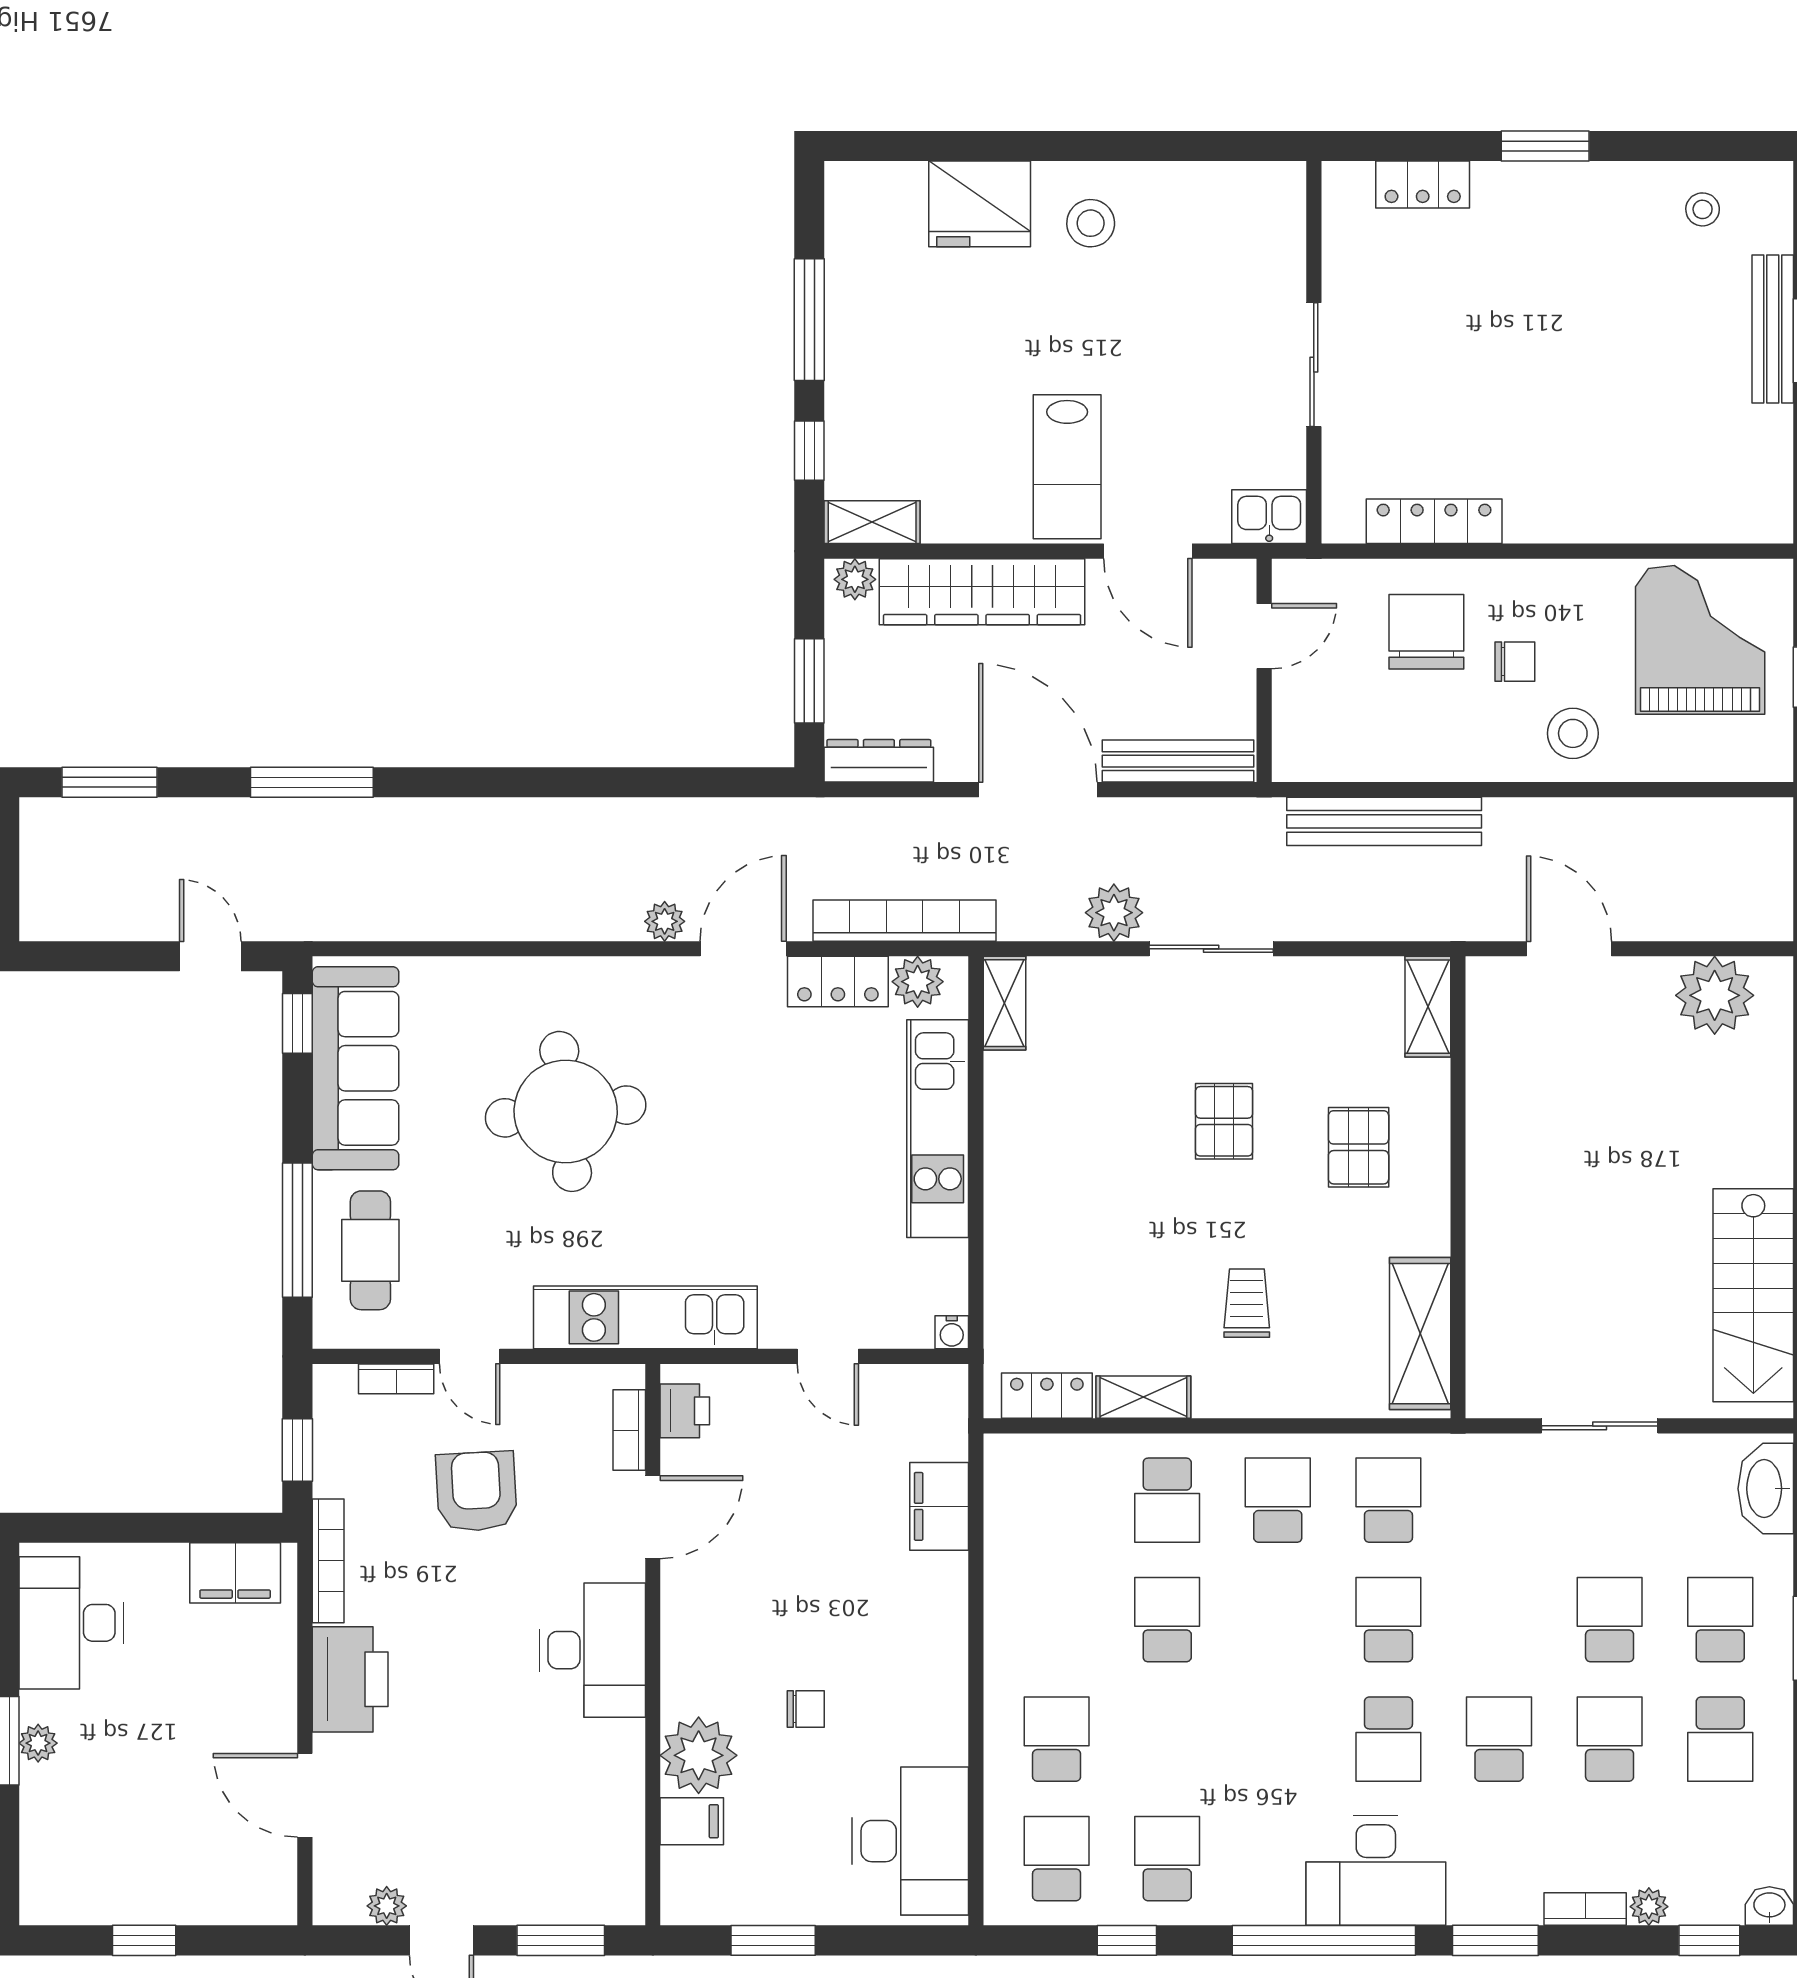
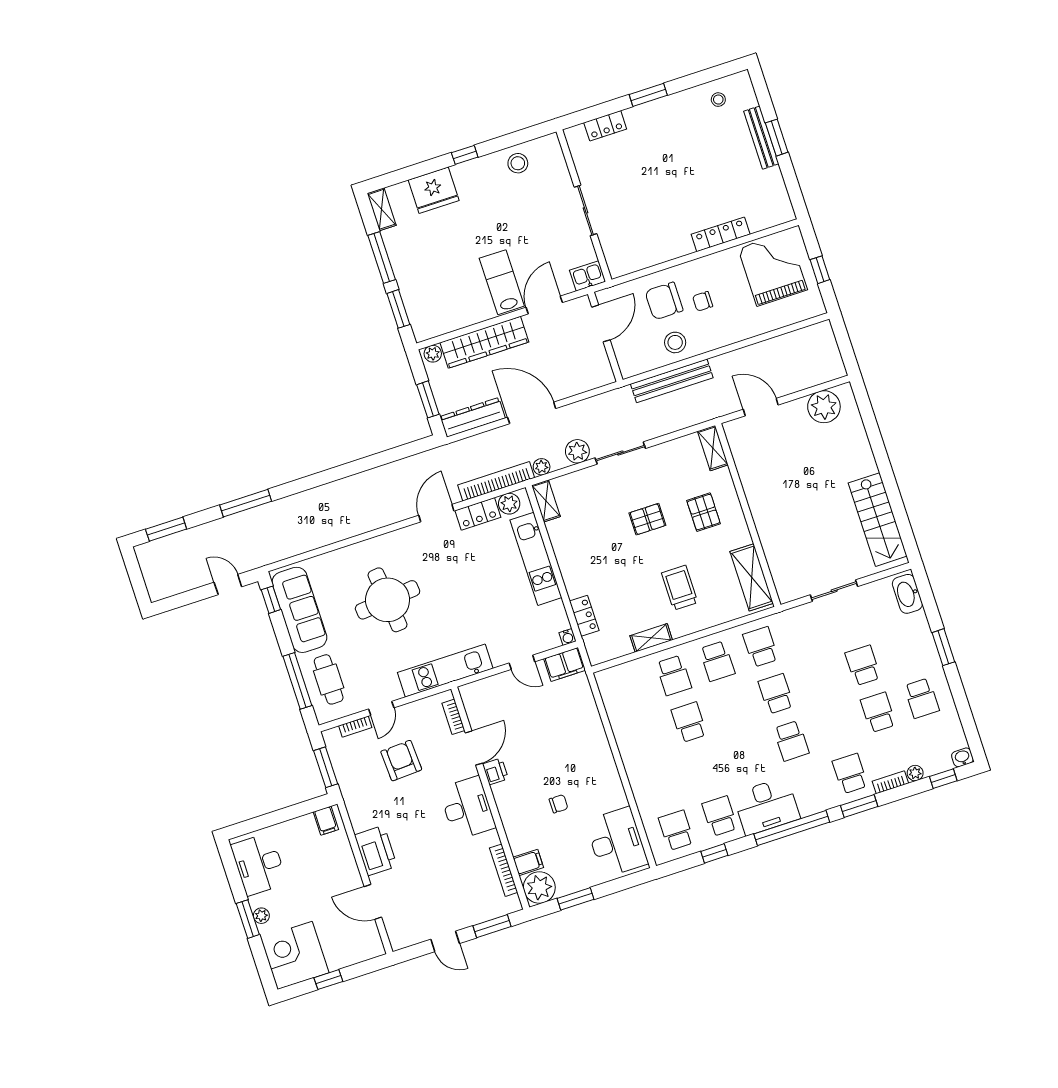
window: (1078, 146) -> (465, 155), added
stool: (1091, 223) -> (518, 163), moved
window: (809, 451) -> (398, 309), width x1.50
lab bench: (1067, 467) -> (502, 282), turned 180
locker: (1434, 521) -> (721, 234), moved
shelving: (872, 522) -> (382, 209), moved, turned 90
door: (1148, 551) -> (544, 305), swing flipped
chair: (1426, 632) -> (664, 301), turned -90
door: (1264, 636) -> (601, 323), width x1.38
chair: (1515, 662) -> (703, 301), turned 180
stool: (1573, 733) -> (675, 342), moved
dresser: (879, 761) -> (473, 417), width x1.37, depth x1.24
bench: (1178, 761) -> (583, 384), removed
plant: (665, 921) -> (542, 467), moved
pallet: (1224, 1121) -> (647, 519), turned 90
trolley: (1247, 1303) -> (680, 588), width x1.36, depth x1.39
door: (470, 1356) -> (381, 708), hinge flipped
locker: (1047, 1396) -> (584, 616), moved, turned 90
printer: (685, 1411) -> (495, 771), moved
window: (297, 1450) -> (326, 767), width x1.50
school desk: (1278, 1500) -> (717, 661), turned 180
filing cabinet: (939, 1506) -> (565, 664), moved, turned -90
bookcase: (328, 1561) -> (504, 870), moved, turned 180
filing cabinet: (235, 1573) -> (326, 821), width x0.50
school desk: (1720, 1620) -> (906, 651), removed
school desk: (1057, 1739) -> (661, 783), removed
school desk: (1499, 1739) -> (850, 773), moved
plant: (699, 1755) -> (539, 887), moved
corner desk: (85, 1860) -> (295, 955), added
desk: (1376, 1871) -> (766, 806), moved
plant: (387, 1906) -> (419, 935), removed

